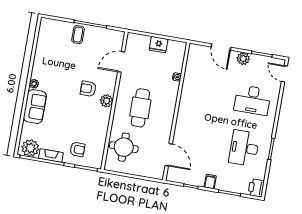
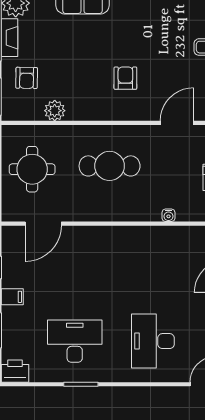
door: (121, 62) -> (177, 123), hinge flipped
plant: (107, 101) -> (55, 111), moved
round table: (124, 147) -> (32, 169), moved

